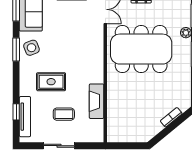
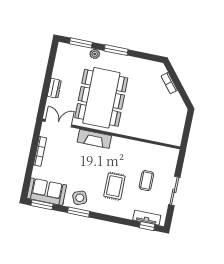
fireplace: (97, 101) -> (94, 139), moved
window: (16, 112) -> (147, 226), moved
tv unit: (25, 117) -> (147, 218), width x0.71

